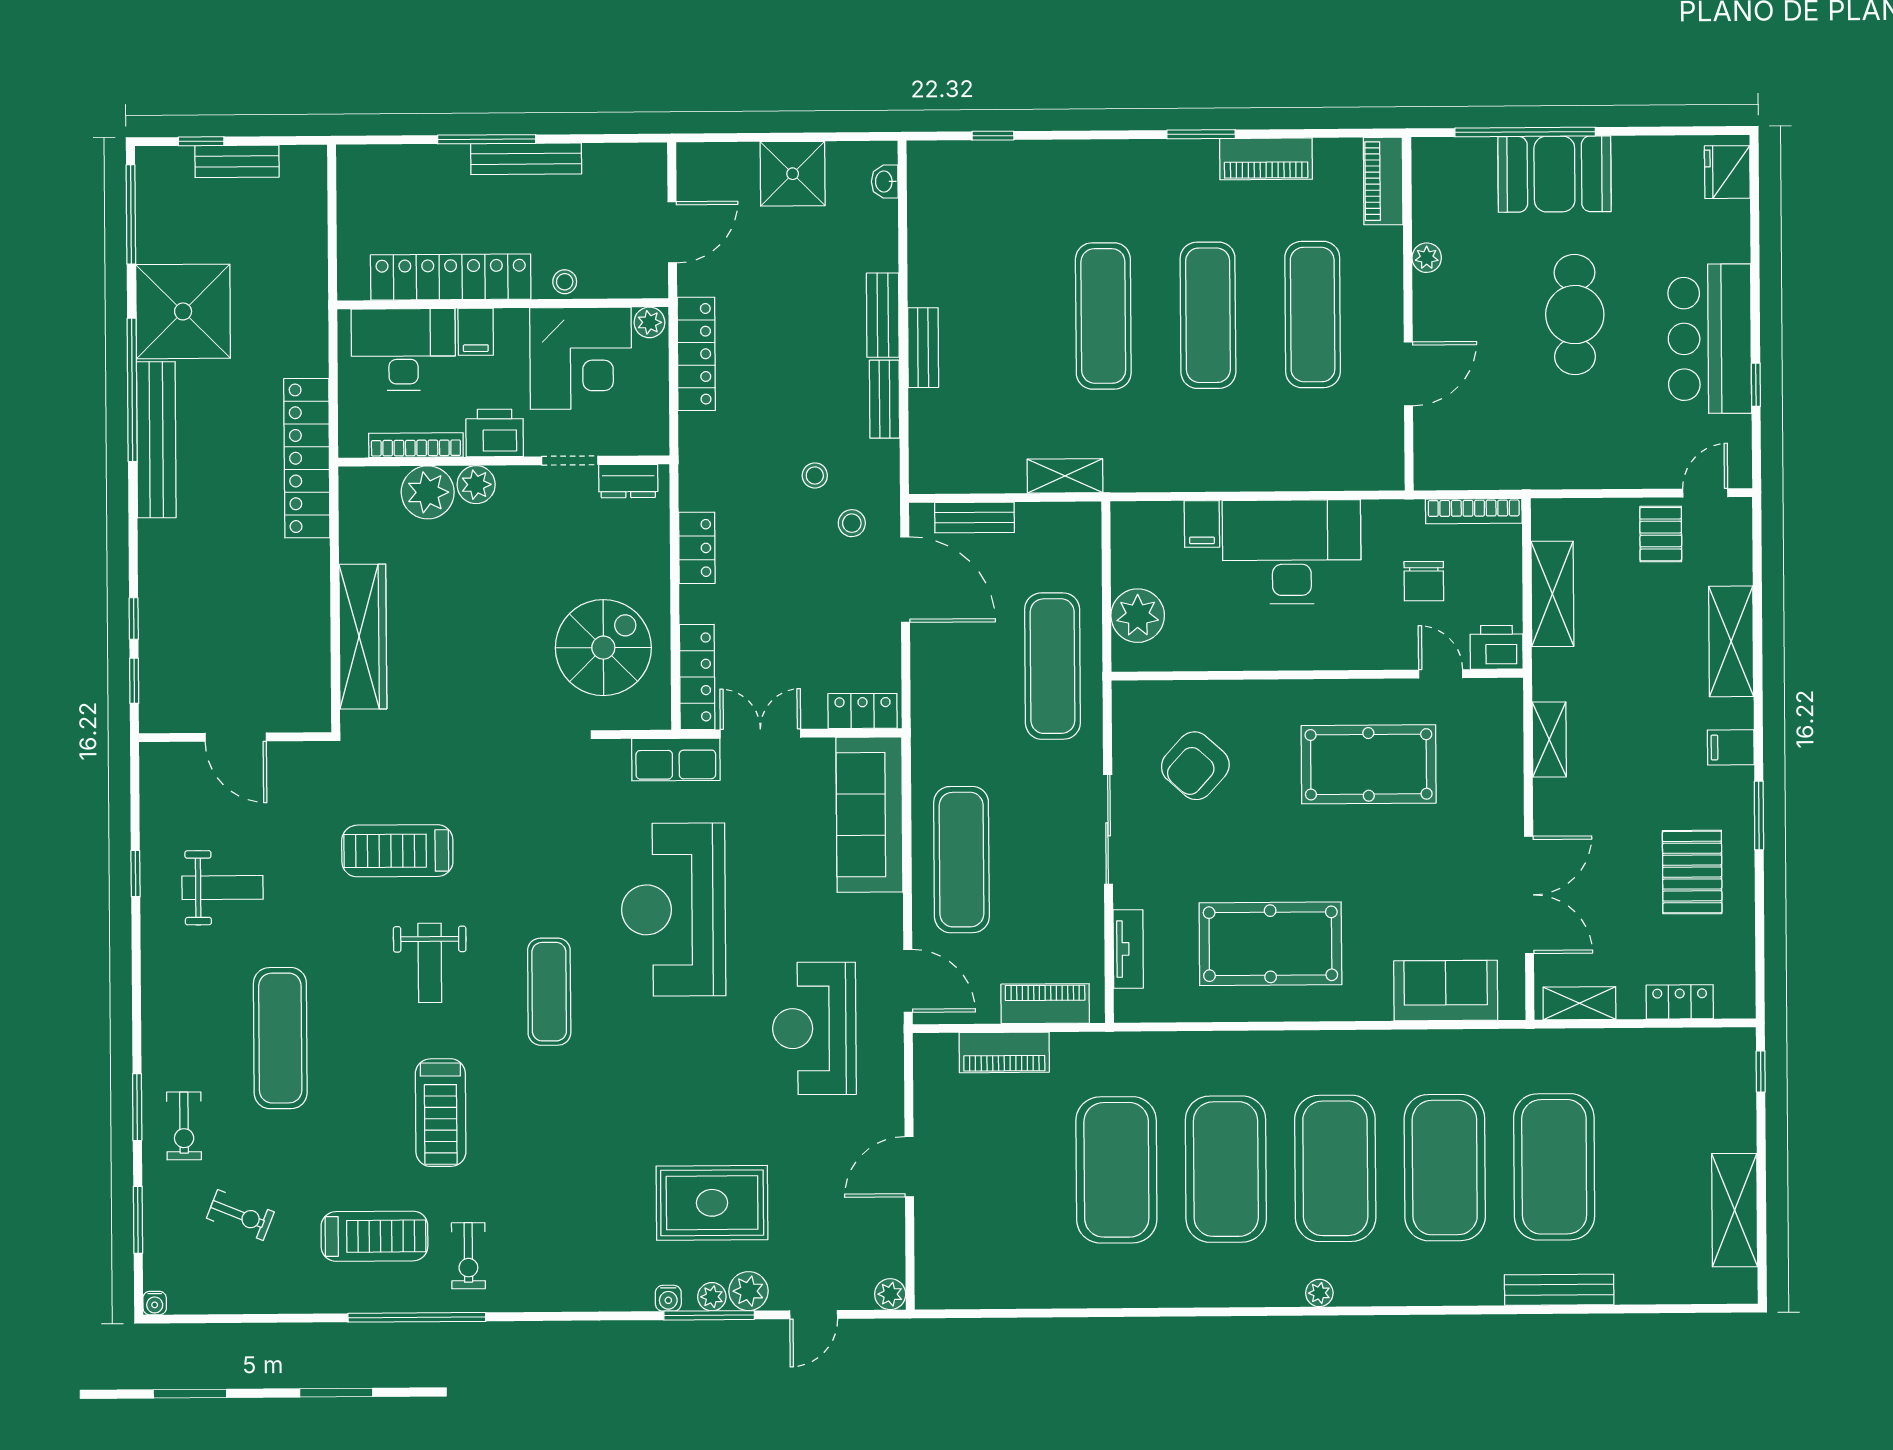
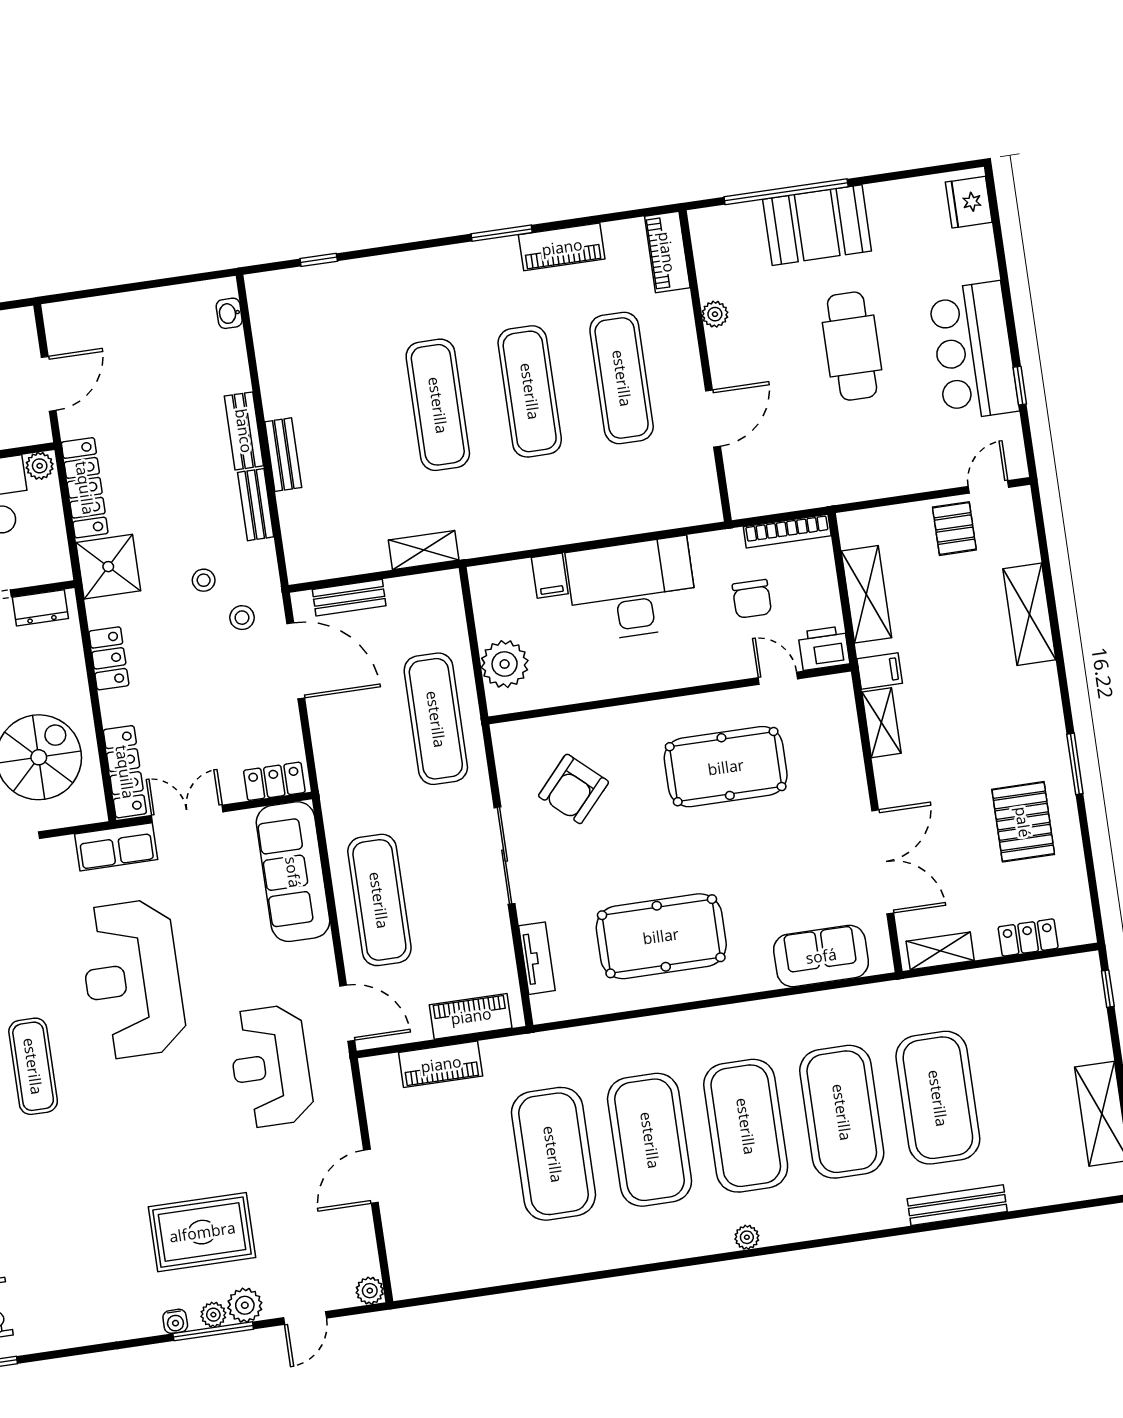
shower: (793, 174) -> (108, 567), moved
filing cabinet: (1731, 747) -> (880, 671), moved, turned 180

